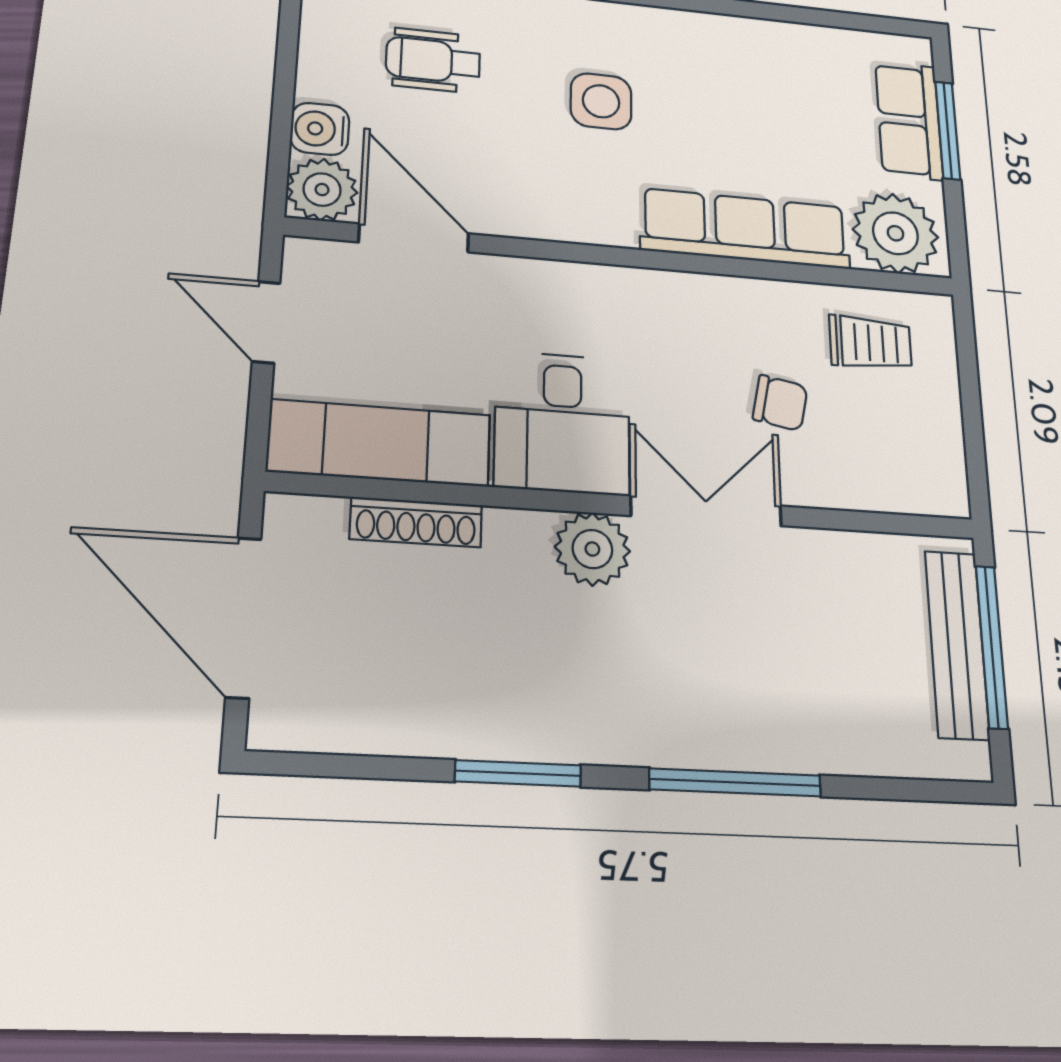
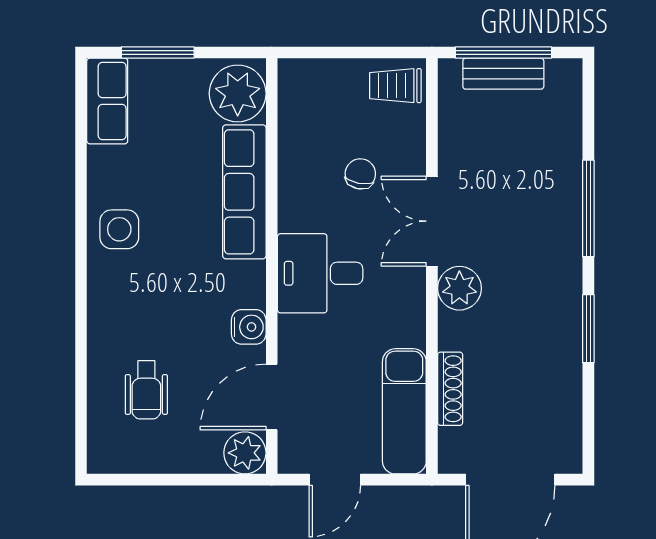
side table: (601, 101) -> (119, 229), moved
row of seats: (909, 120) -> (107, 101), moved, turned -90
water cooler: (320, 129) -> (249, 327), moved, turned -90
trolley: (870, 343) -> (395, 86), moved, turned -90
desk: (562, 423) -> (320, 273), moved, turned 180
bench: (957, 644) -> (503, 74), width x0.73

